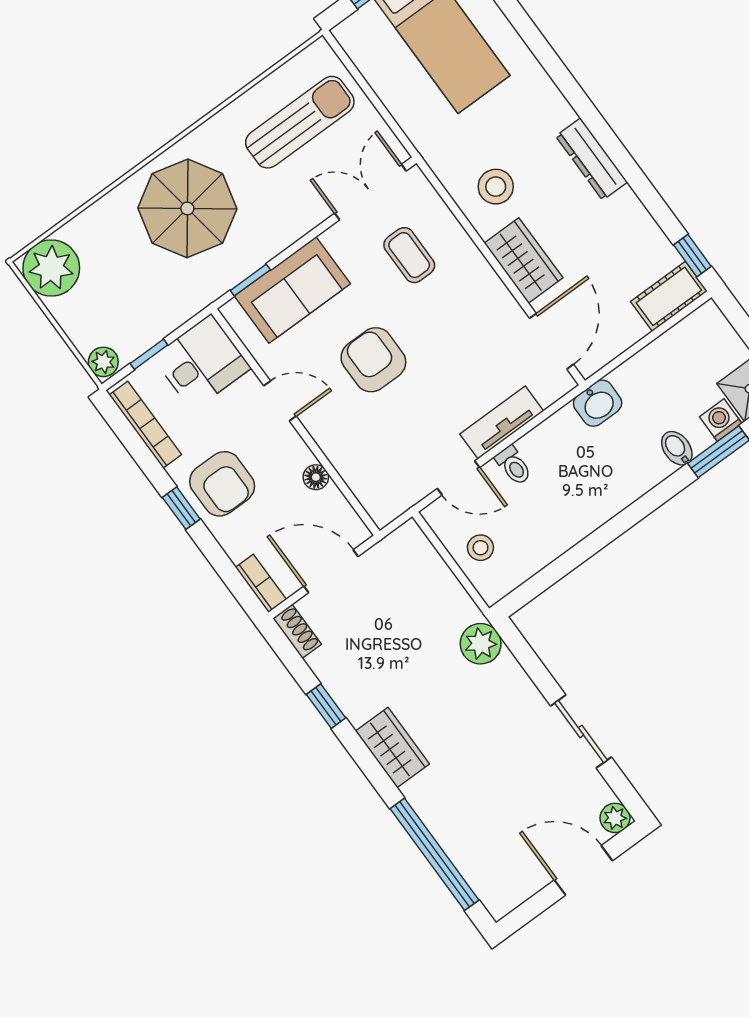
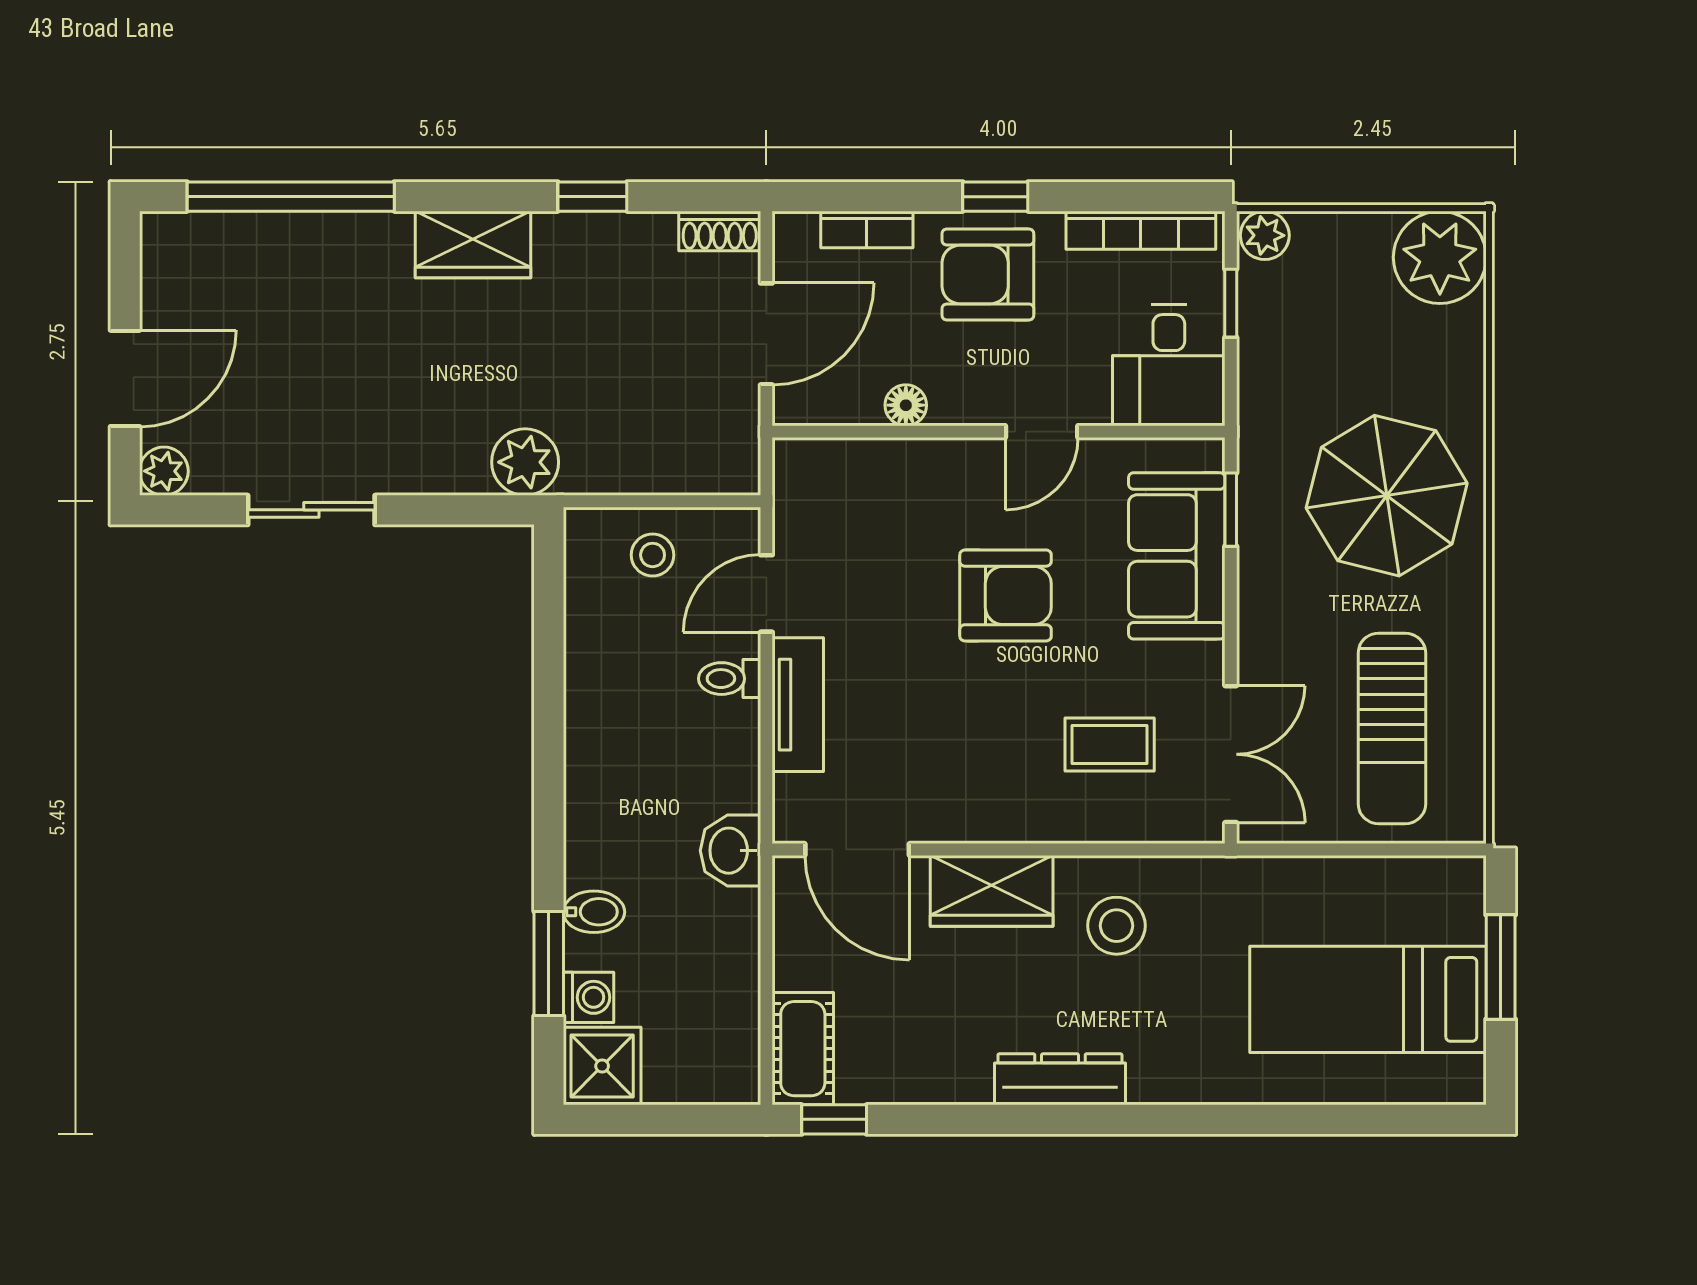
bookcase: (261, 583) -> (867, 229), moved

